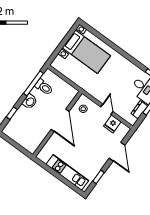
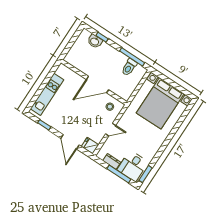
bed with nightstands: (86, 52) -> (160, 103), width x1.36
washbasin: (30, 102) -> (95, 41), moved
fridge: (112, 124) -> (90, 146), moved
door: (117, 152) -> (70, 142), hinge flipped

